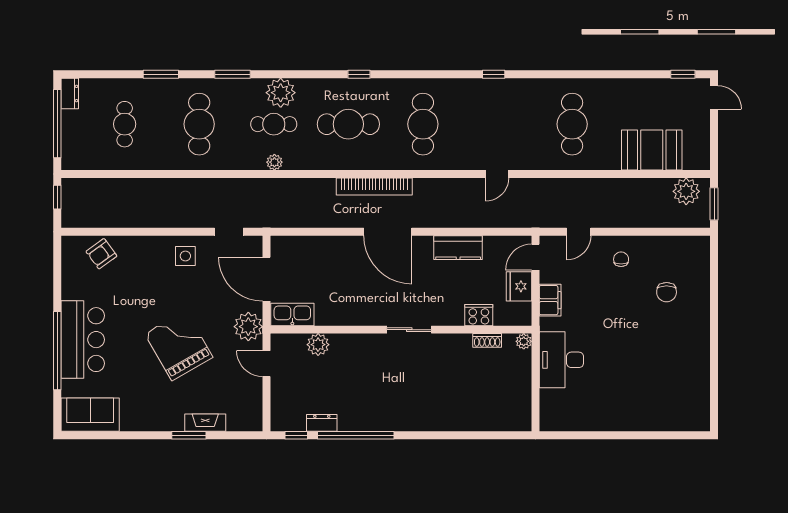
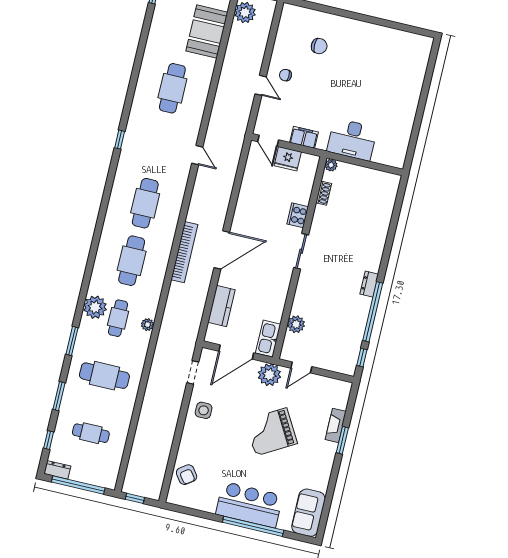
window: (359, 74) -> (49, 440), moved
cafe table: (423, 124) -> (145, 203), turned 90
cafe table: (572, 124) -> (172, 88), turned 90
door: (579, 232) -> (261, 85), moved
kitchen counter: (458, 248) -> (221, 306), moved
cooker: (479, 315) -> (298, 215), moved
dresser: (322, 423) -> (369, 284), moved

